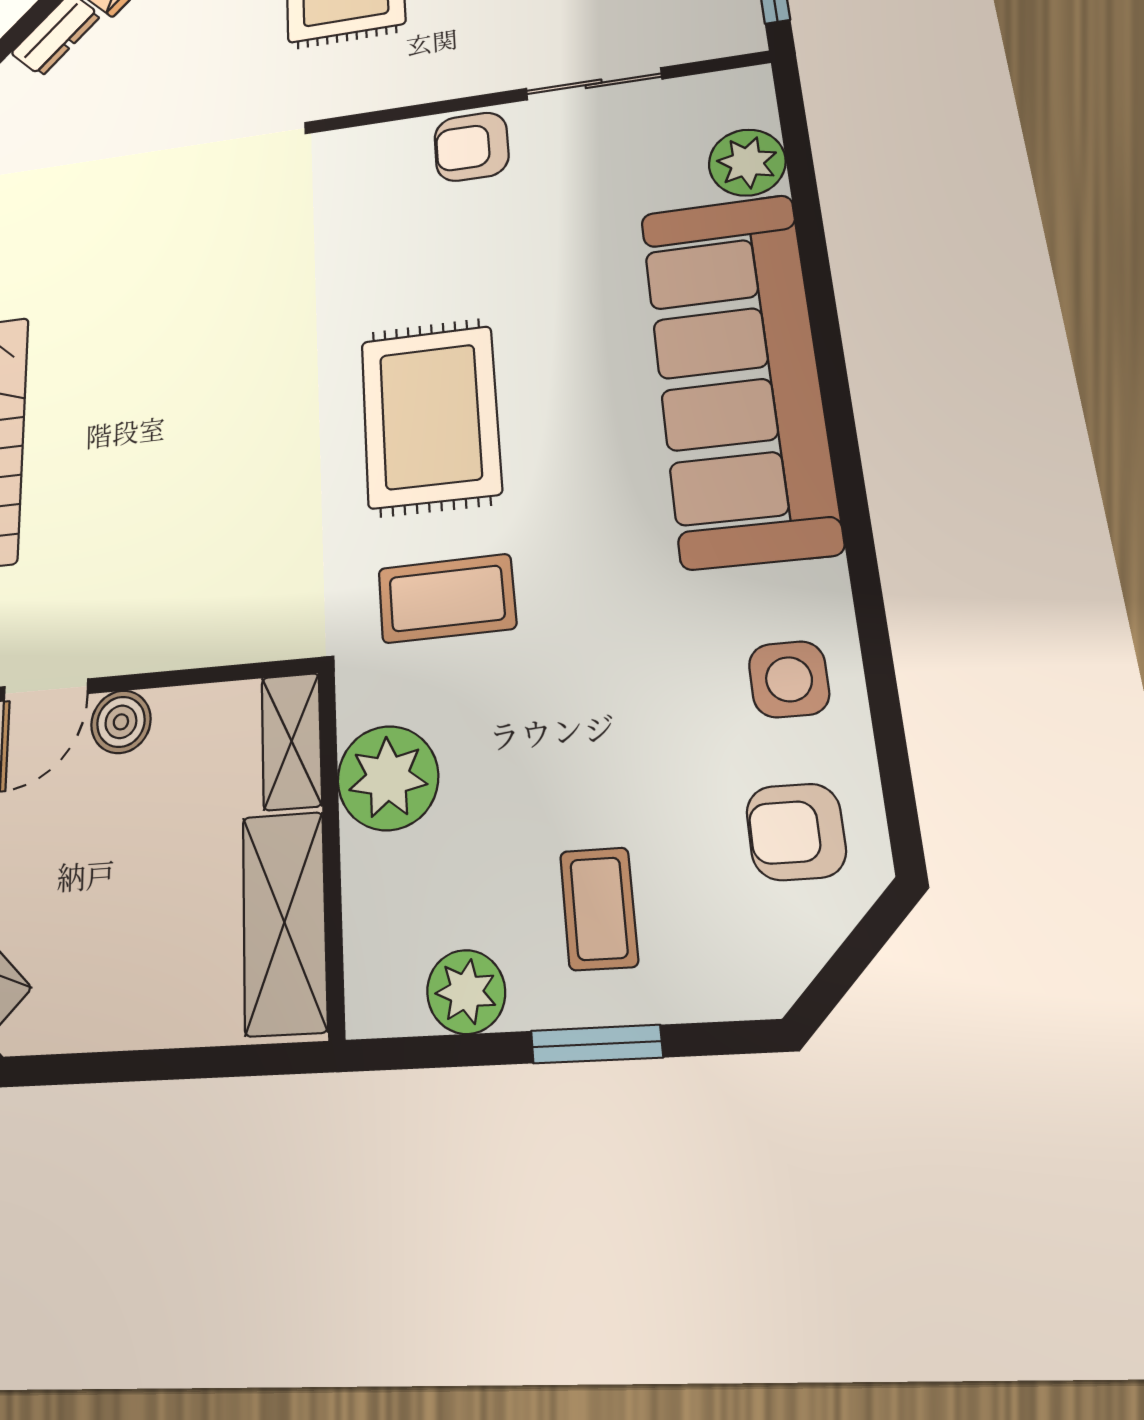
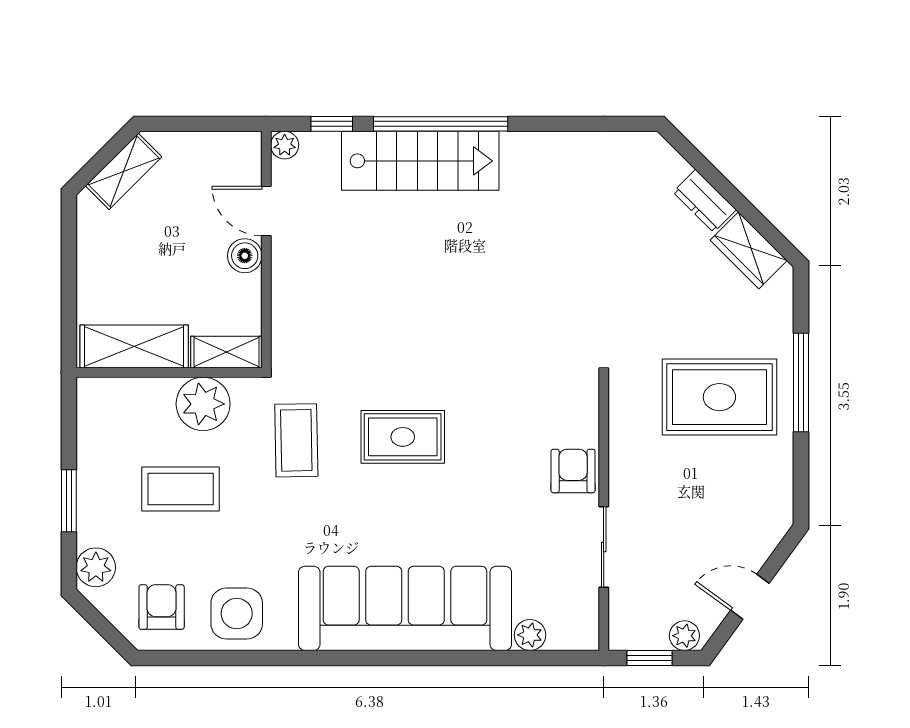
plant: (747, 162) -> (530, 635), width x0.73, depth x0.73
rug: (430, 416) -> (403, 437), width x0.73, depth x0.70
side table: (789, 679) -> (237, 613), width x1.37, depth x1.37
coffee table: (599, 908) -> (181, 489), moved, width x1.36, depth x1.30
plant: (466, 992) -> (96, 567), moved

